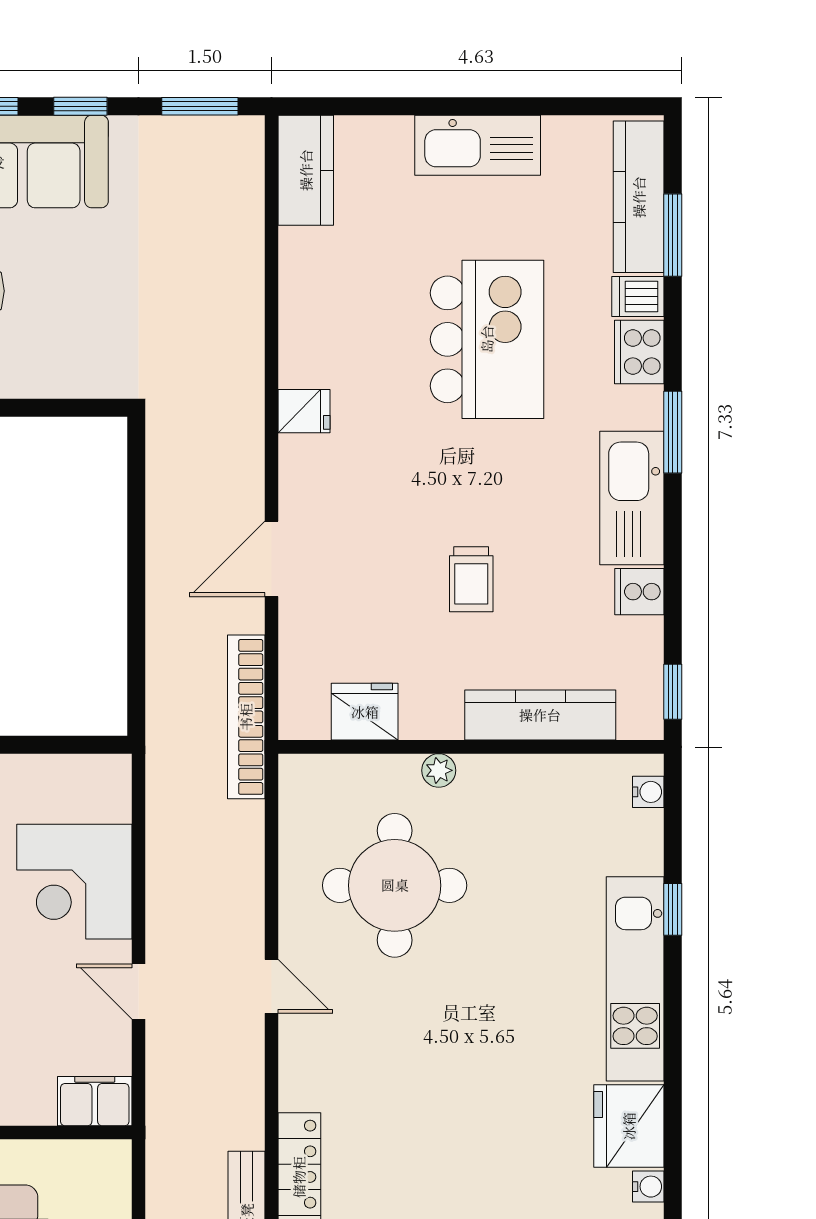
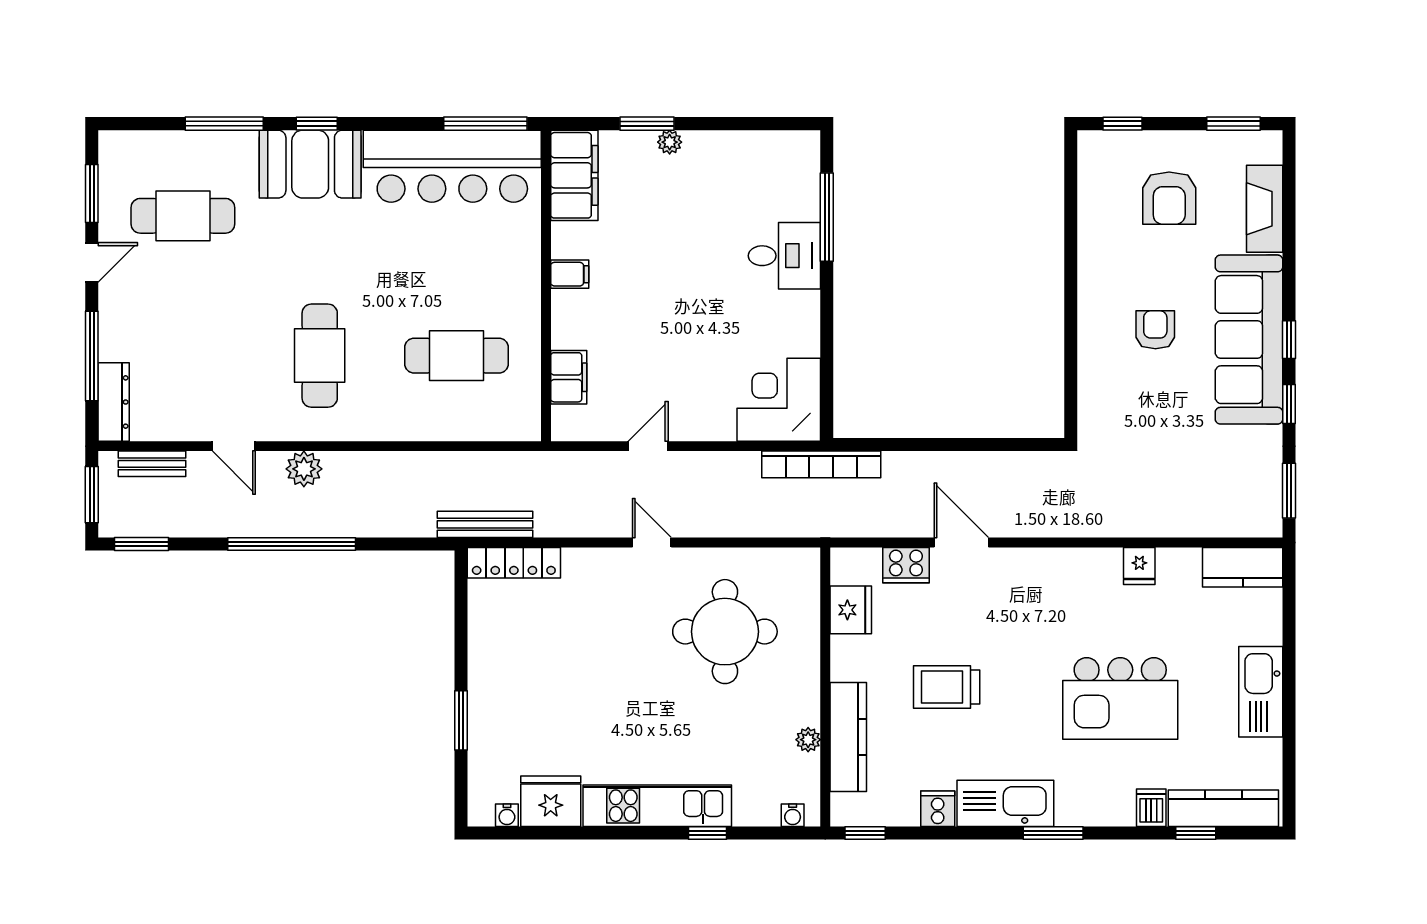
window: (673, 235) -> (1196, 833), width x0.67
cooker: (639, 352) -> (906, 565), moved, turned 180
fridge: (304, 411) -> (1139, 566), moved
trolley: (471, 579) -> (947, 687), width x1.36, depth x1.39
bookcase: (246, 717) -> (821, 464), moved, turned 180
plant: (439, 770) -> (808, 740), moved
corner desk: (74, 882) -> (779, 400), moved
door: (272, 986) -> (652, 542), swing flipped
filing cabinet: (95, 1101) -> (569, 377), moved

